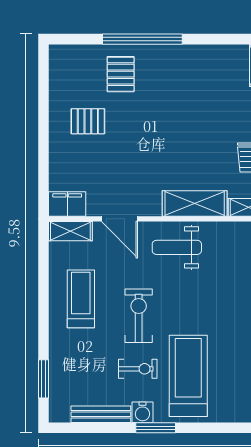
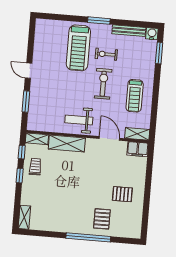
weight bench: (177, 247) -> (79, 120), turned 180
exercise bike: (139, 316) -> (103, 84), turned 180
water cooler: (142, 412) -> (152, 34), moved

